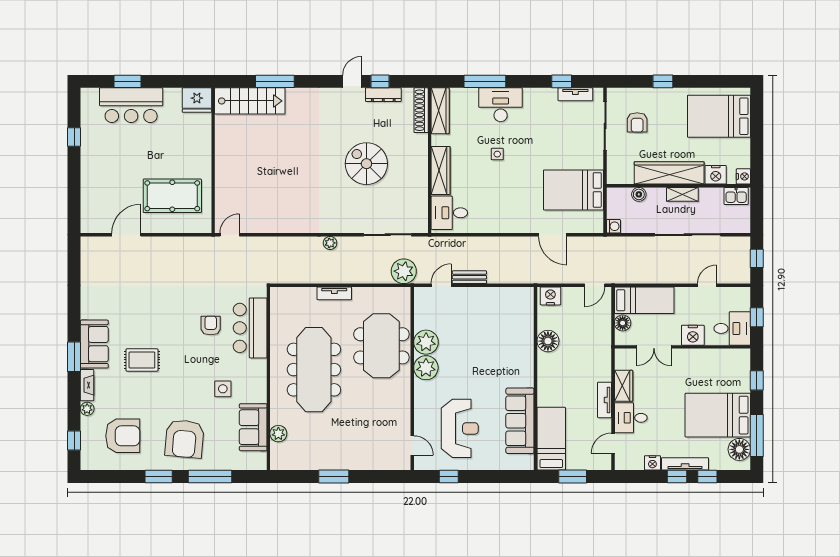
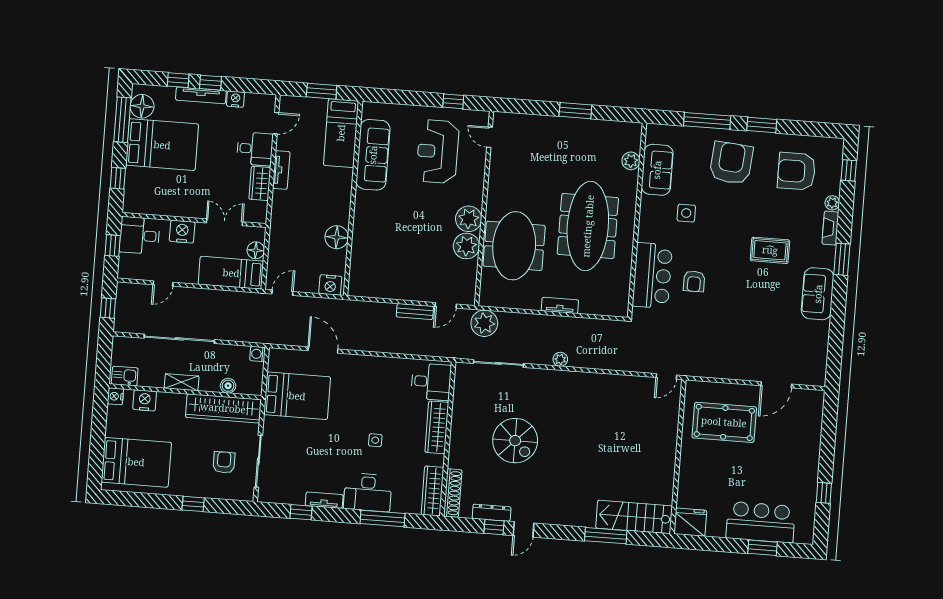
tv unit: (575, 94) -> (324, 500), moved
wardrobe: (669, 173) -> (223, 408), moved
sofa: (94, 344) -> (818, 294), moved

